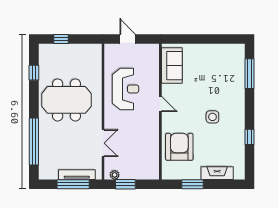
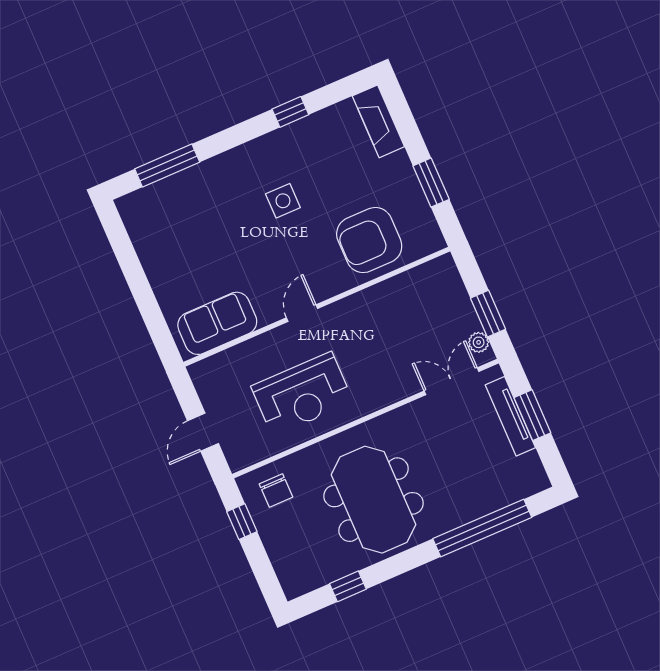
window: (61, 39) -> (242, 522), moved
chair: (89, 60) -> (276, 491), added
reception desk: (125, 89) -> (302, 394), turned 180
double door: (103, 143) -> (451, 381), moved
fireplace: (217, 173) -> (378, 121), moved
window: (73, 184) -> (532, 415), width x0.69

